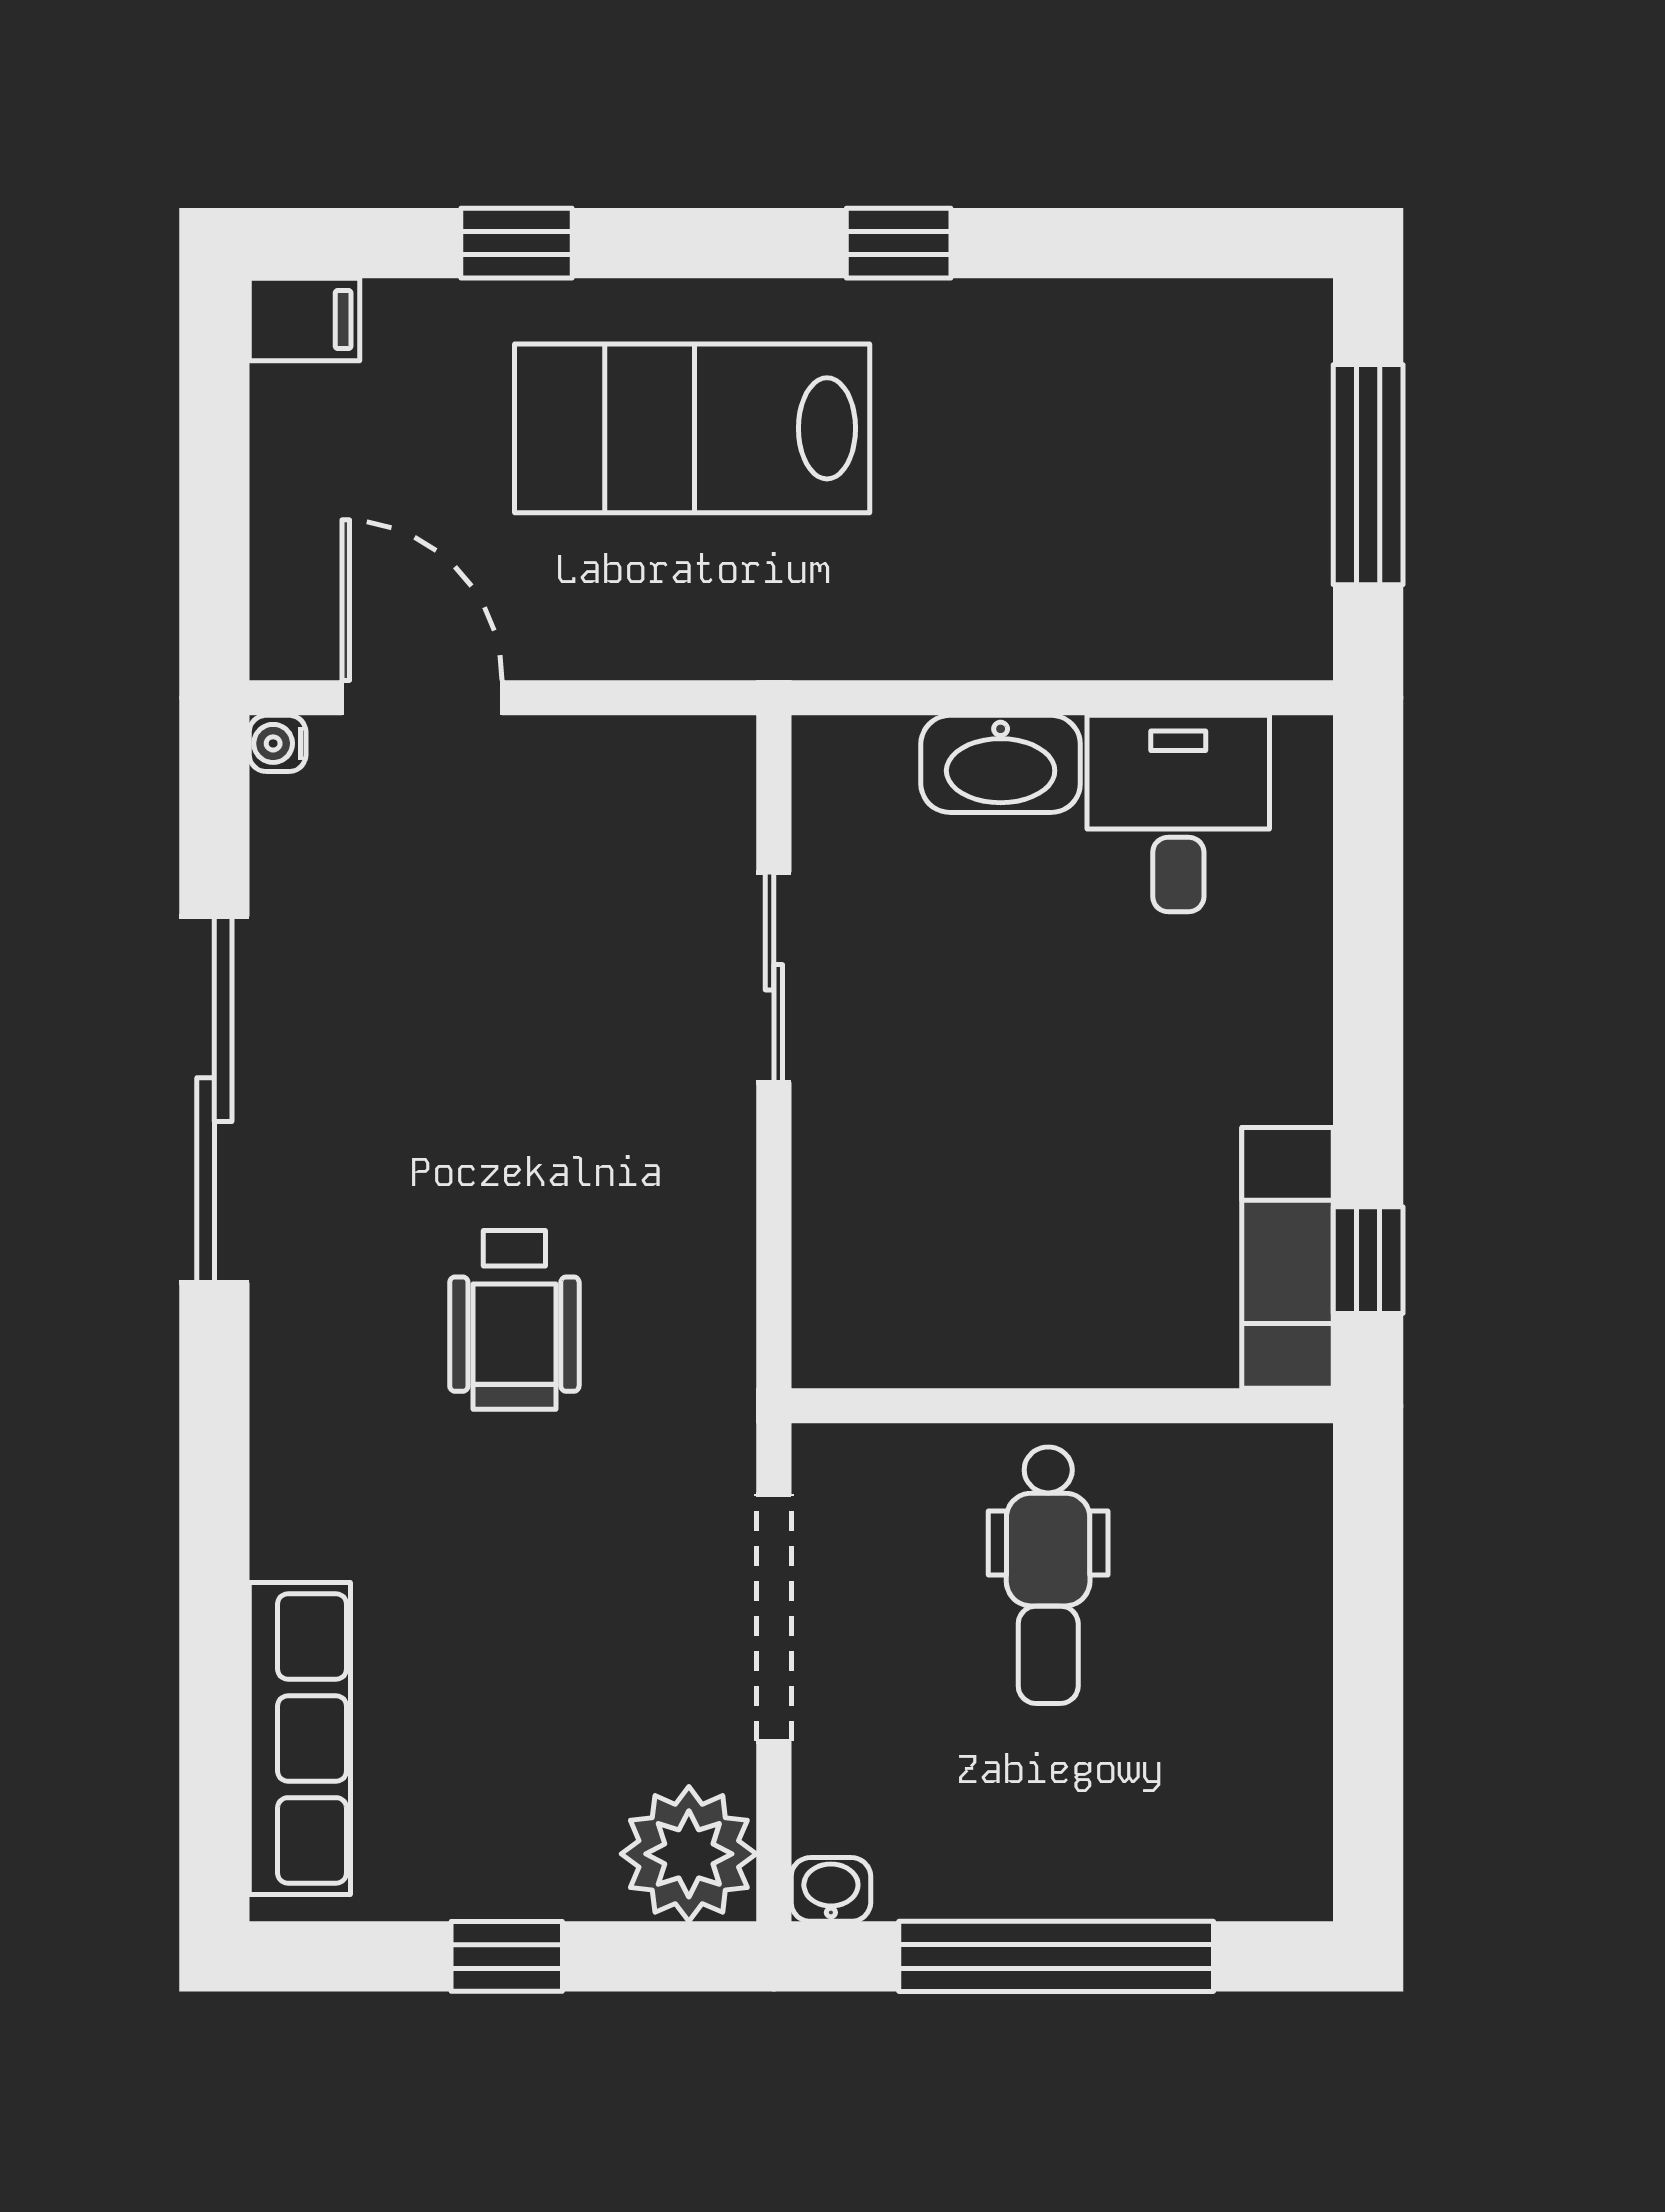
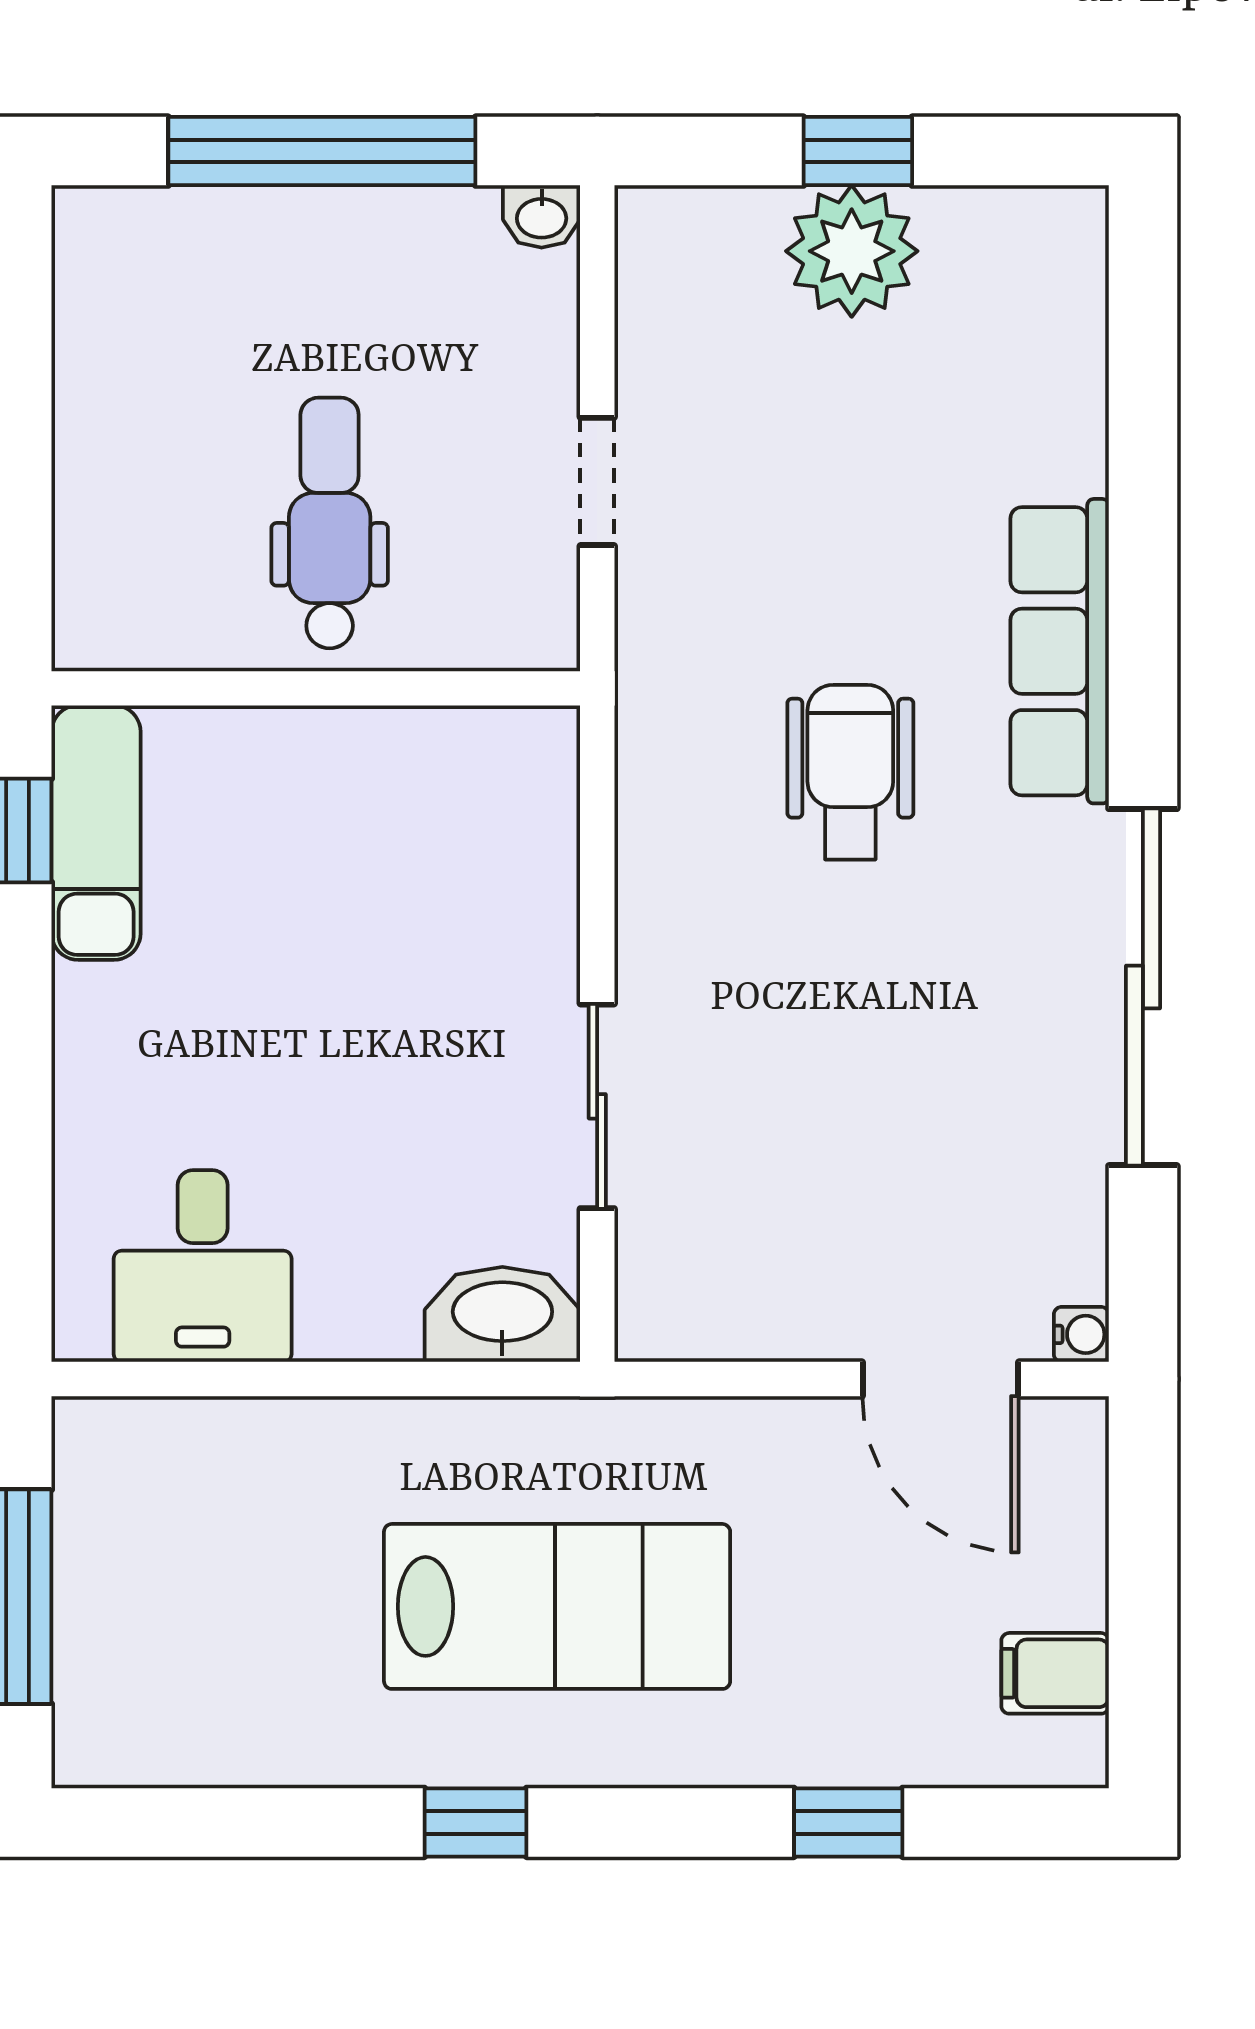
filing cabinet: (304, 320) -> (1055, 1673), moved
lab bench: (692, 428) -> (557, 1606), moved
washbasin: (1001, 764) -> (502, 1314), moved
doorway: (774, 1618) -> (597, 481), width x0.53
row of seats: (300, 1738) -> (1060, 651), moved
plant: (689, 1854) -> (852, 251), moved

